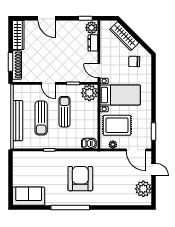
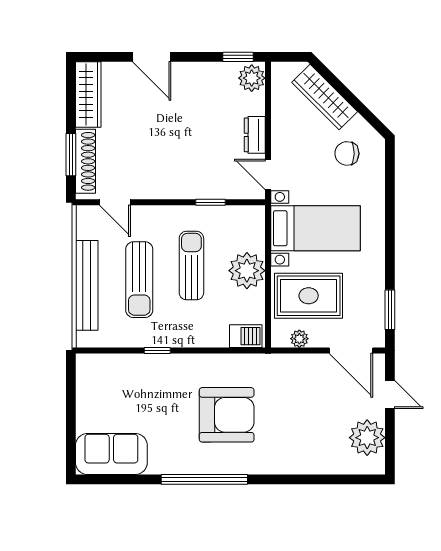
dresser: (93, 43) -> (255, 135), moved
door: (48, 83) -> (115, 202), moved
plant: (89, 93) -> (247, 271), moved
armchair: (80, 179) -> (227, 415), turned 90

